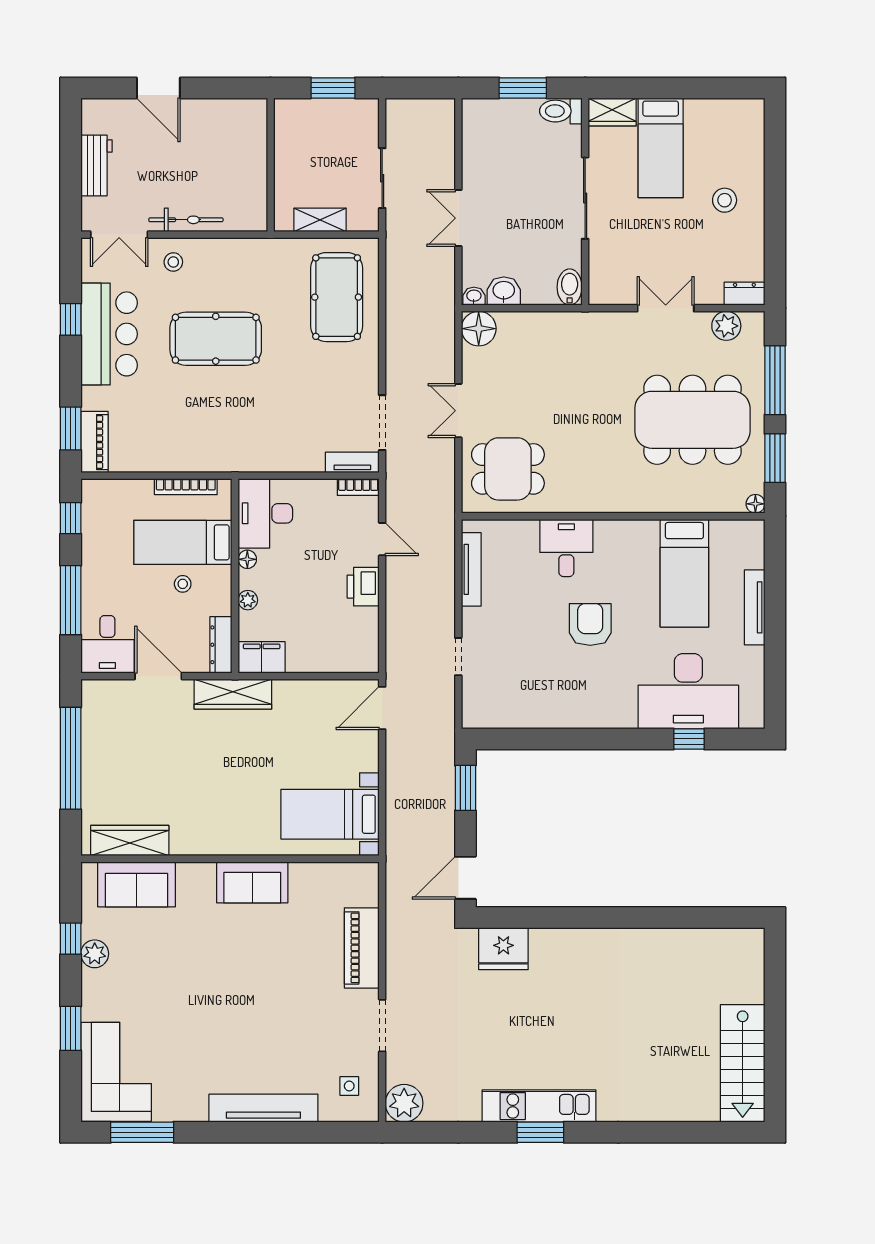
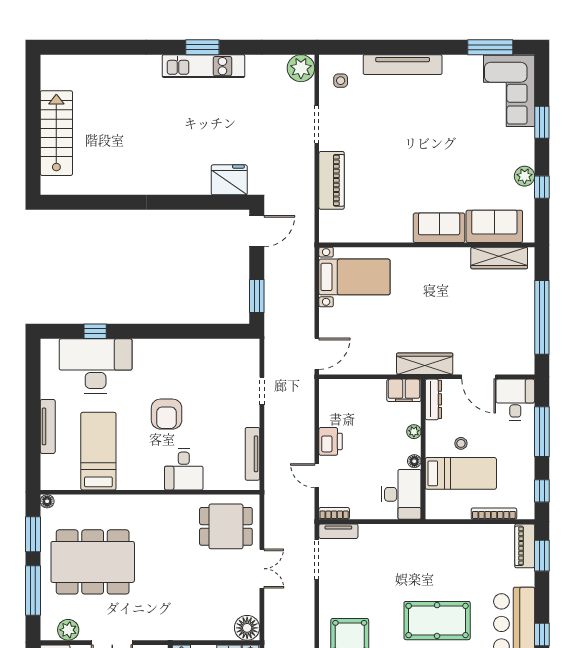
bookcase: (186, 487) -> (494, 514), moved
sofa: (252, 882) -> (439, 228), moved
stairs: (743, 1063) -> (56, 133), moved

